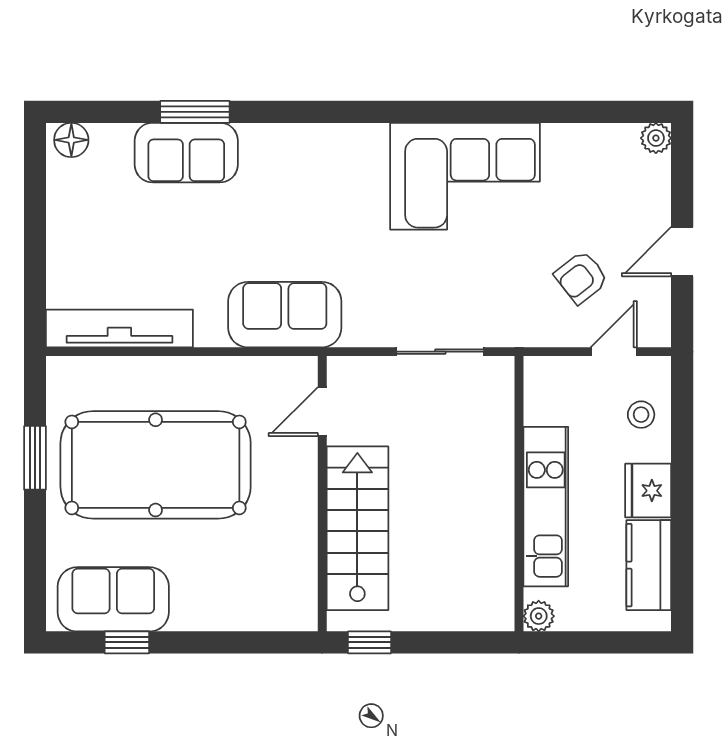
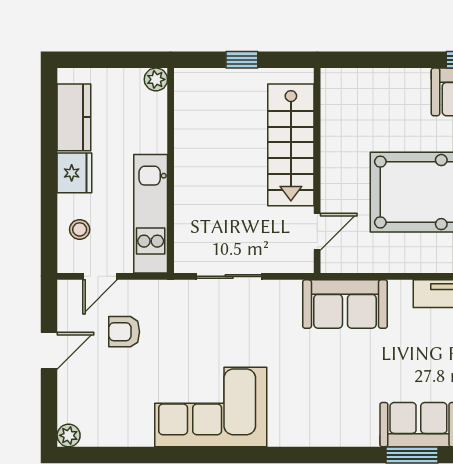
armchair: (581, 277) -> (124, 332), turned -142
kitchen unit: (546, 507) -> (151, 214), moved
window: (369, 642) -> (242, 60), moved

